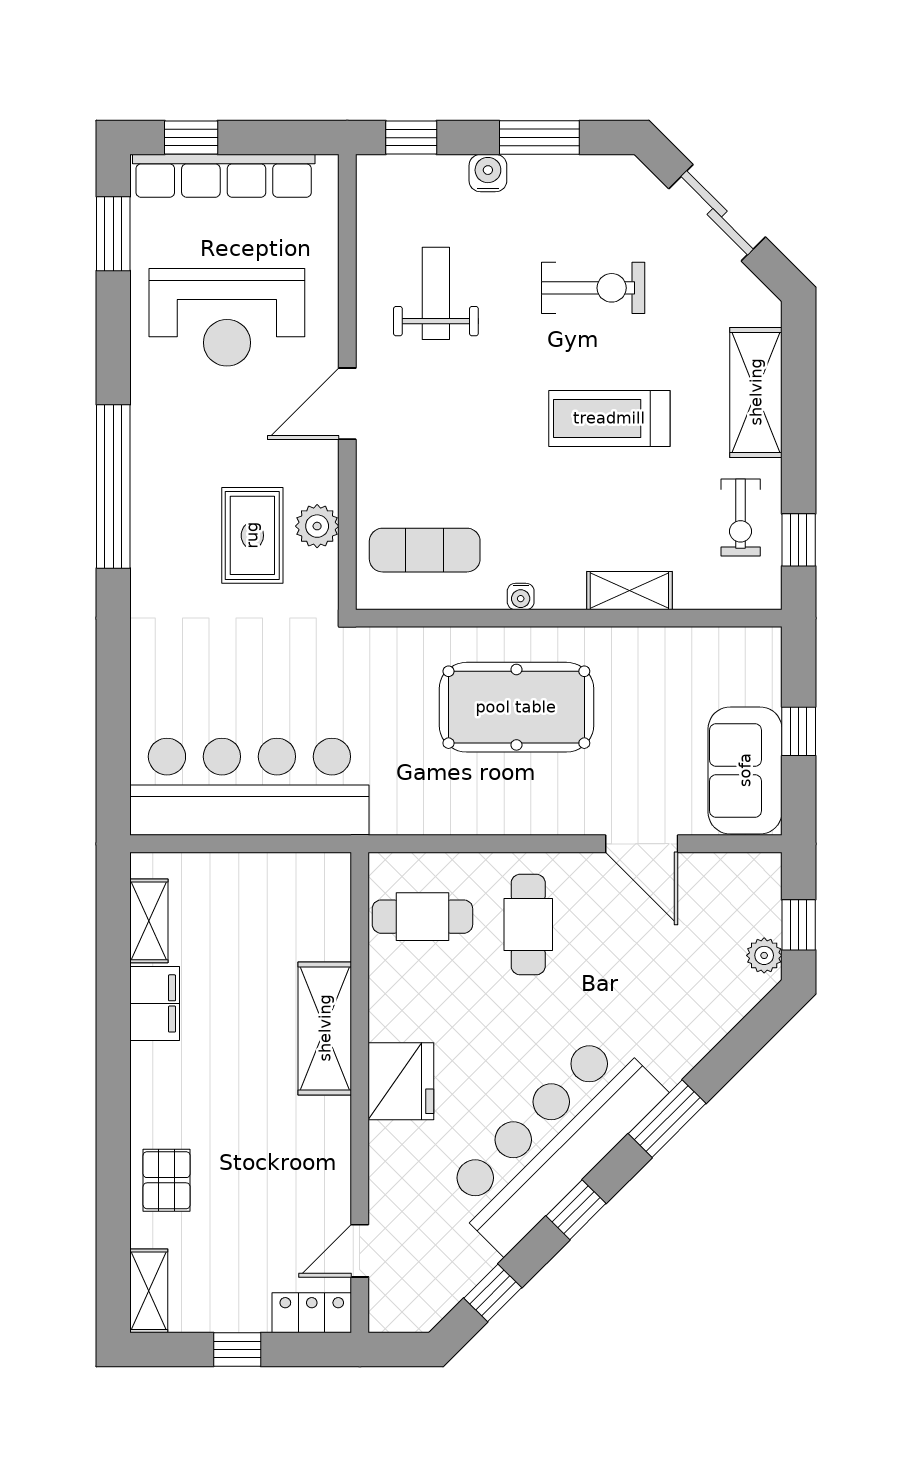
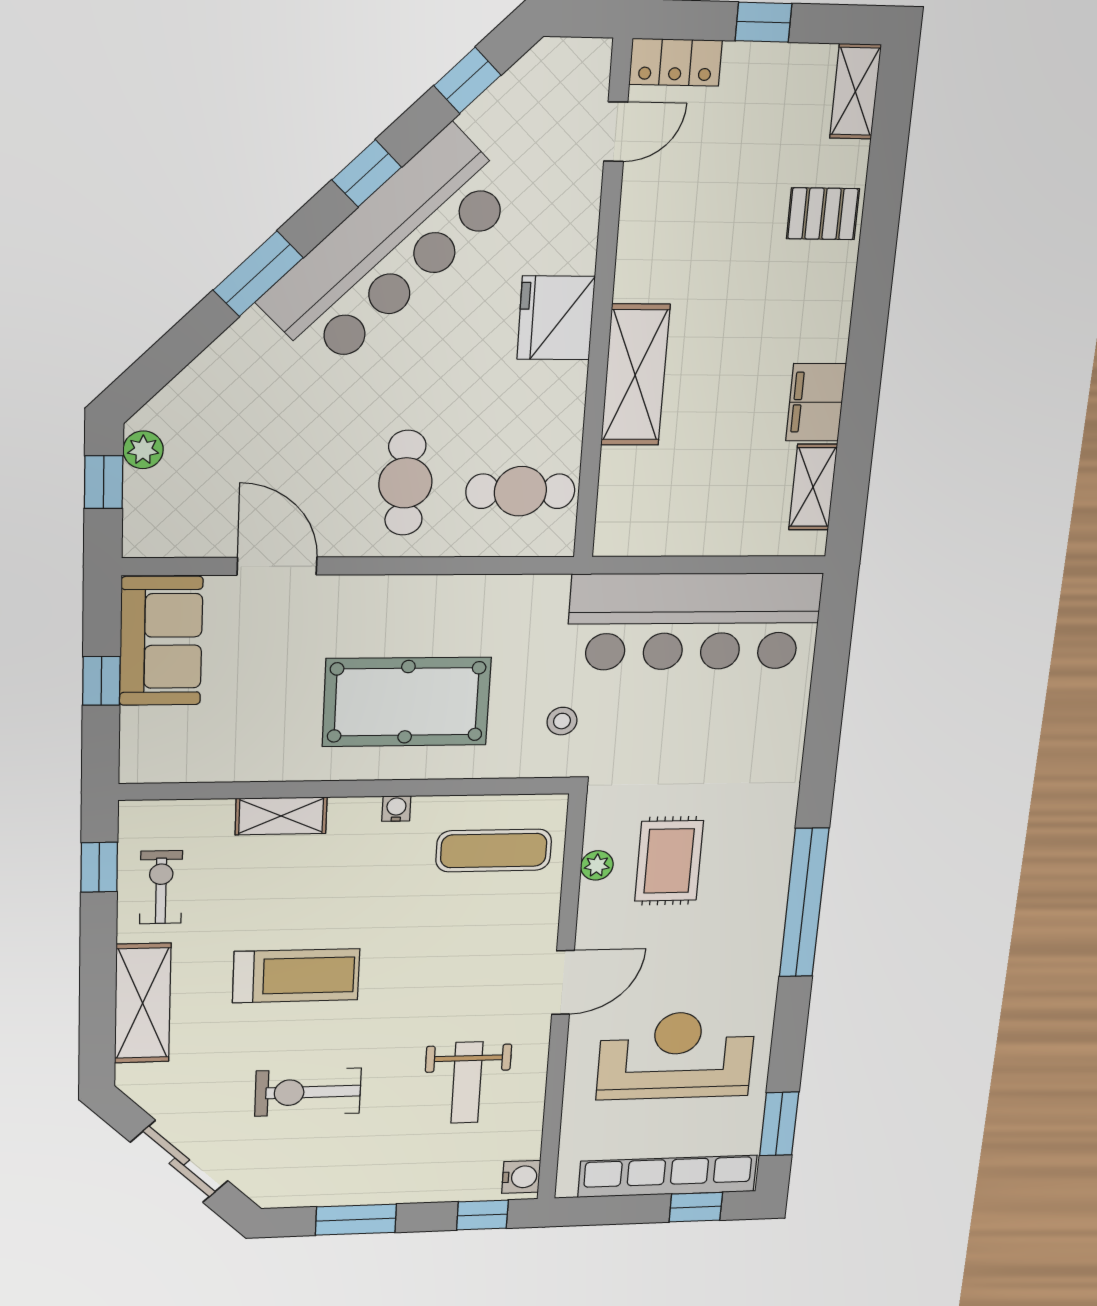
water cooler: (488, 173) -> (521, 1177), moved, turned -90
plant: (317, 526) -> (597, 865), width x0.73, depth x0.73
stool: (368, 686) -> (562, 721), added
pallet: (167, 1180) -> (823, 214), turned 90

